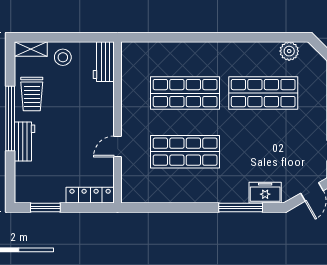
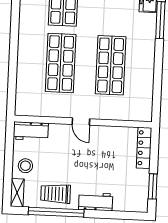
trolley: (32, 94) -> (56, 194), turned 180
window: (10, 119) -> (56, 212), moved
door: (118, 146) -> (81, 122), moved

